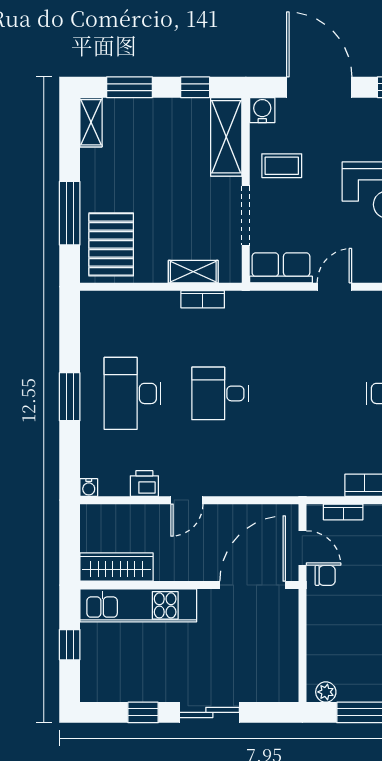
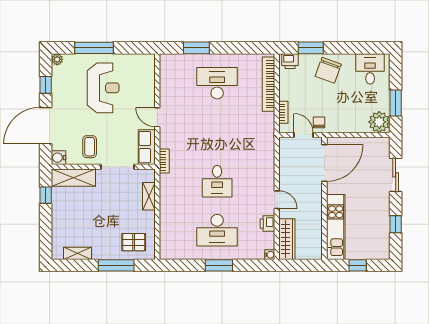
window: (130, 87) -> (46, 232), removed
shelving: (91, 122) -> (78, 253), moved
pallet: (111, 244) -> (134, 242), width x0.67, depth x0.71
bookcase: (203, 299) -> (164, 161), moved
door: (302, 548) -> (304, 135), hinge flipped
wardrobe: (117, 567) -> (287, 239), moved, turned 180
door: (253, 585) -> (324, 163), swing flipped
plant: (326, 692) -> (379, 122), width x1.88, depth x1.88
sliding door: (209, 712) -> (396, 175), moved

